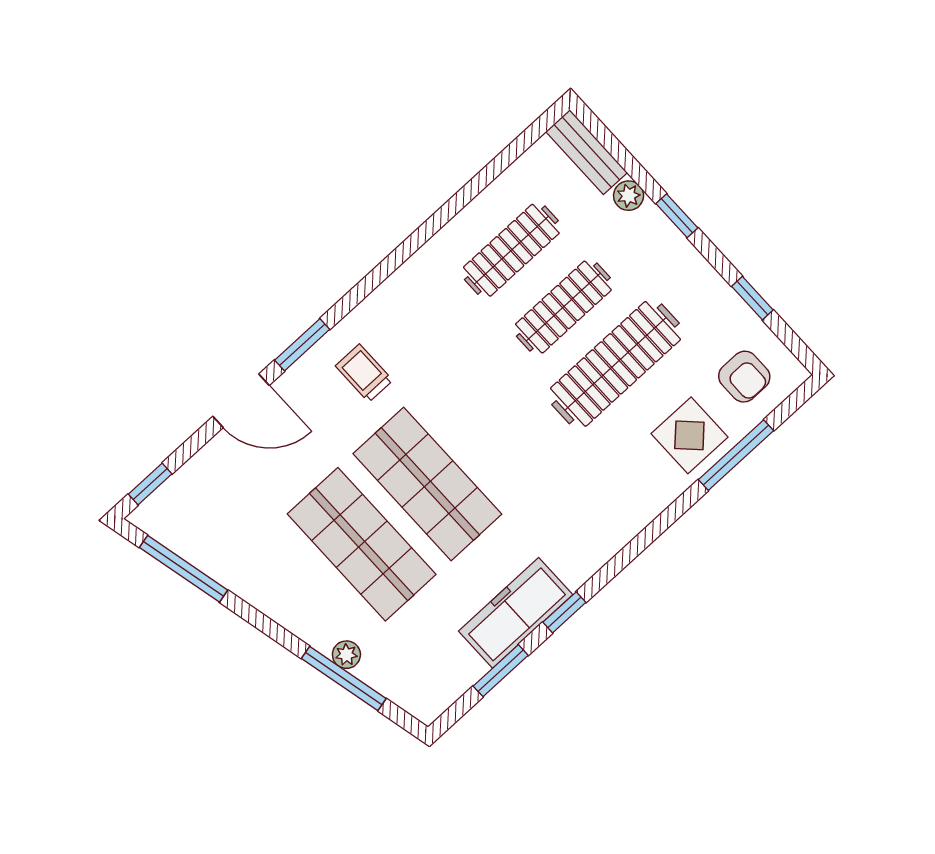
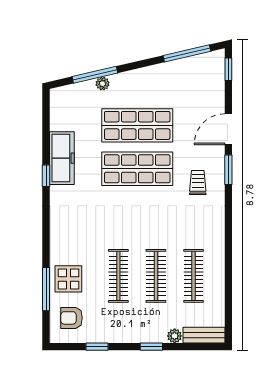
clothes rail: (615, 364) -> (118, 276), width x0.73, depth x0.76
trolley: (364, 373) -> (198, 183), turned -90
window: (501, 671) -> (46, 134), removed

